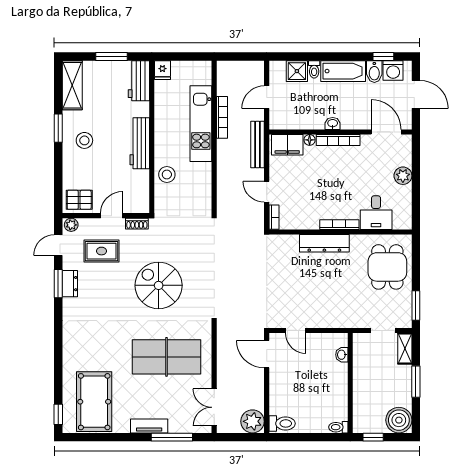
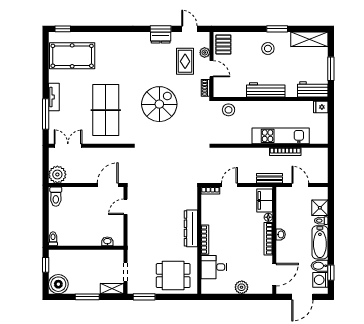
bench: (258, 145) -> (270, 178), width x0.73
stool: (167, 175) -> (229, 110), moved
plant: (71, 225) -> (205, 53), moved

